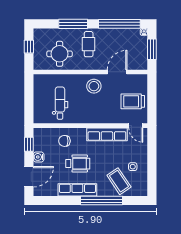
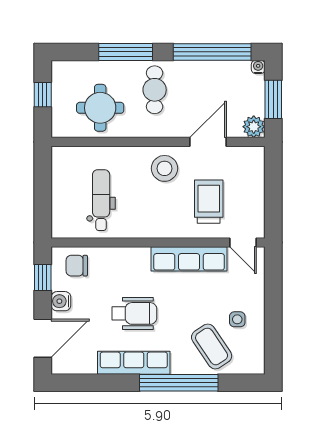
plant: (141, 64) -> (254, 127), added
trolley: (133, 101) -> (209, 202), moved, turned 90
chair: (64, 141) -> (77, 266), moved

